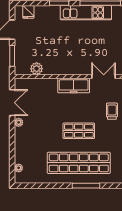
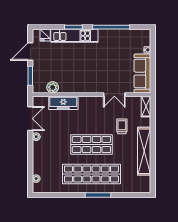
kitchen unit: (86, 13) -> (74, 36), moved
double door: (104, 77) -> (114, 95), swing flipped
freezer: (74, 86) -> (63, 103), moved
shop shelf: (79, 131) -> (91, 145), width x1.43, depth x1.36

